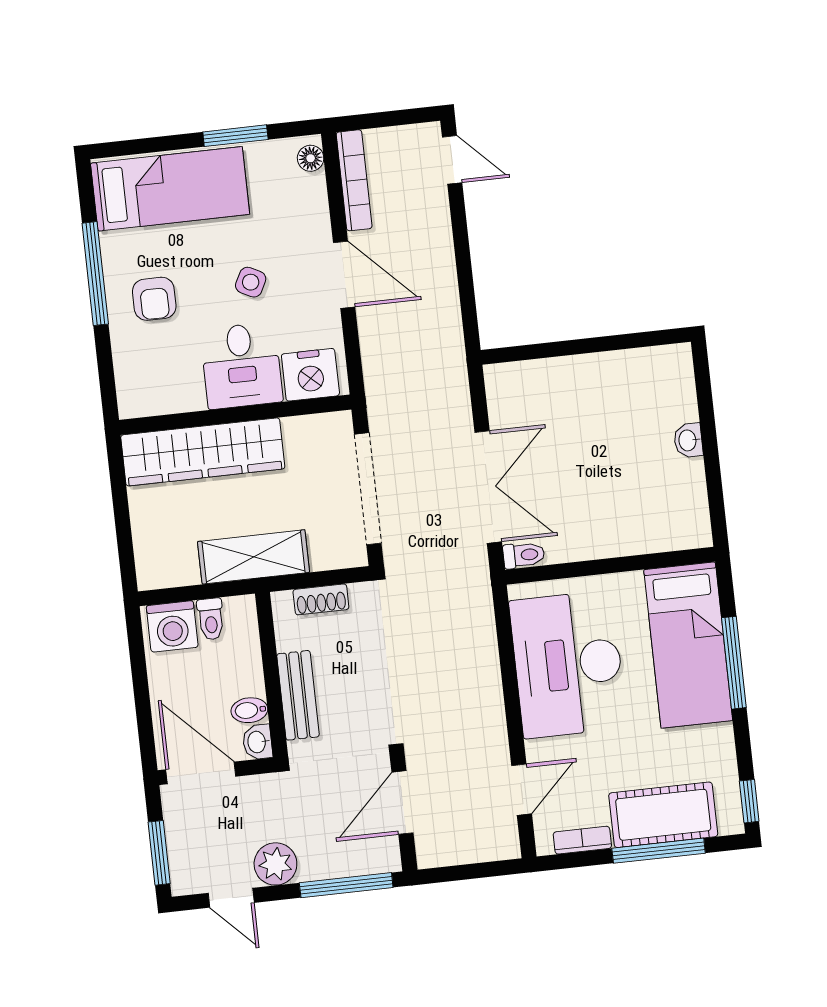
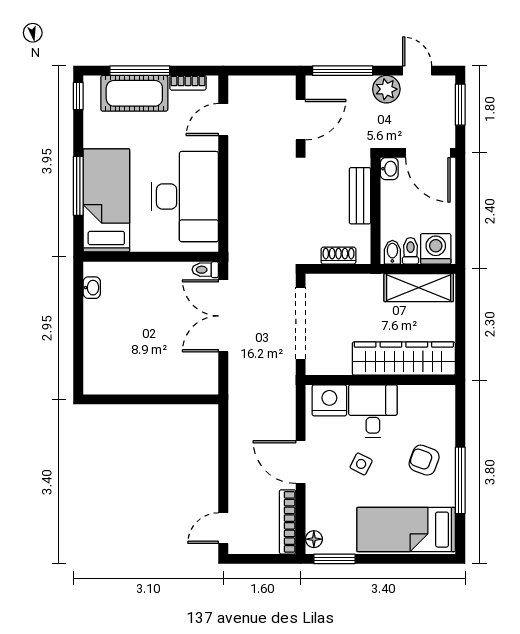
window: (235, 136) -> (334, 559), moved
door: (452, 160) -> (223, 528), hinge flipped
armchair: (154, 299) -> (424, 460), turned -70
washbasin: (688, 440) -> (92, 288), moved
shelving: (254, 557) -> (419, 288), moved
bidet: (249, 710) -> (392, 252), moved, turned -90

